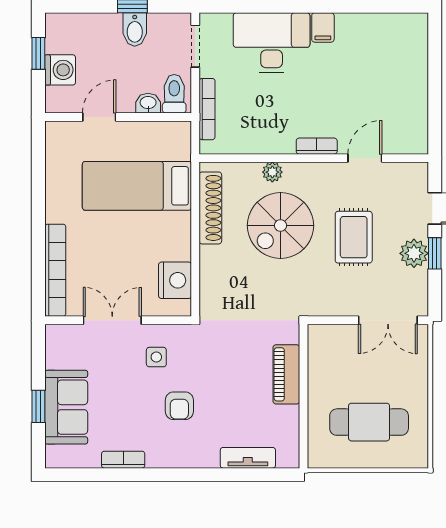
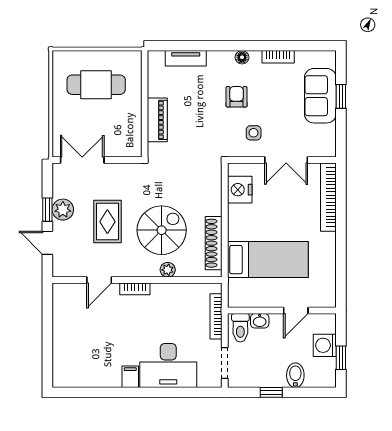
bidet: (135, 30) -> (295, 375), moved
floor lamp: (172, 459) -> (242, 57), added

